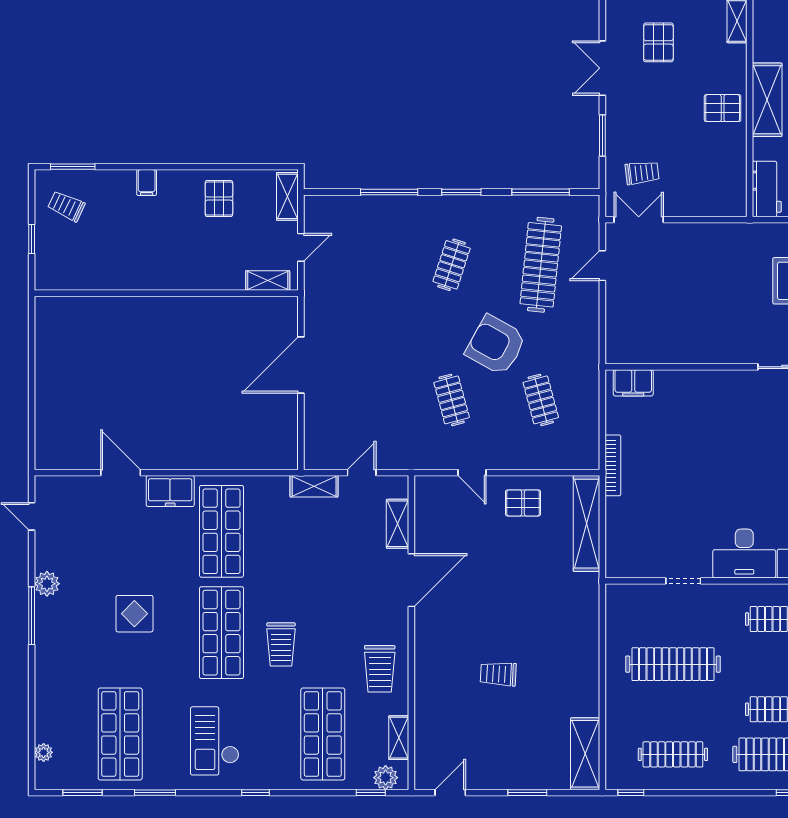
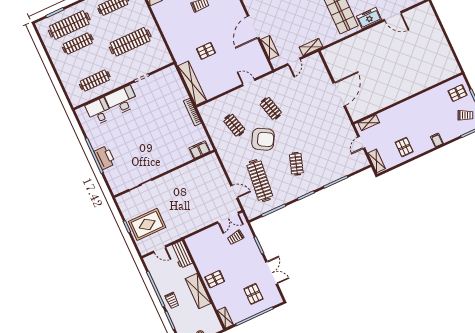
pallet: (62, 258) -> (457, 93), added
door: (602, 266) -> (234, 192), hinge flipped
pallet: (523, 503) -> (206, 51), moved

